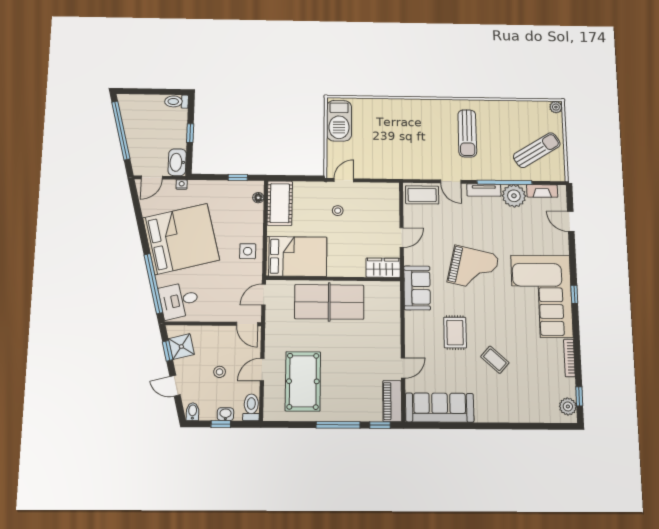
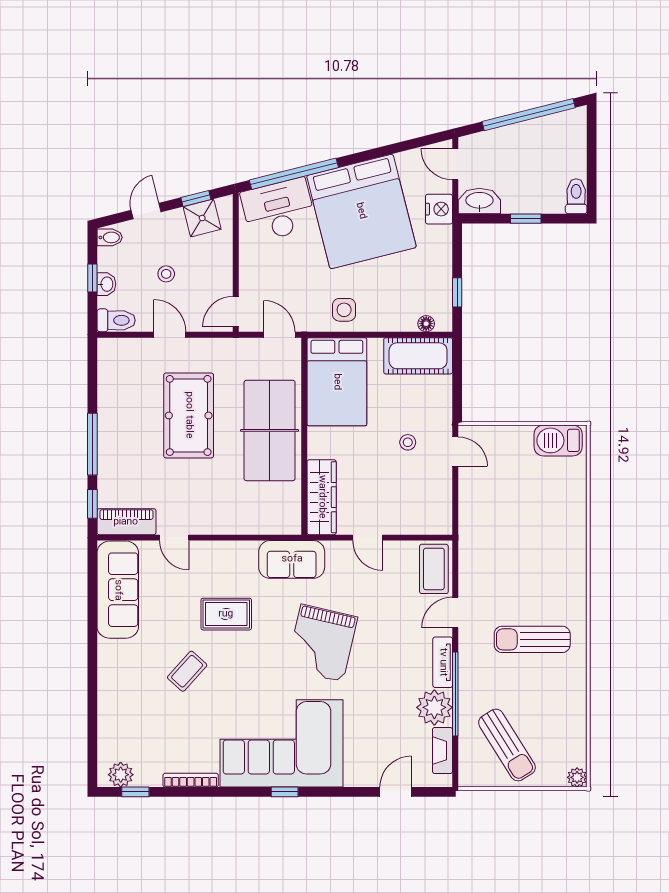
barbecue: (339, 121) -> (558, 440), width x0.73, depth x0.83
nightstand: (182, 185) -> (439, 209), width x1.89, depth x1.79
wardrobe: (383, 268) -> (322, 497), width x1.50
desk: (179, 300) -> (278, 210), width x1.37
pool table: (303, 381) -> (189, 415), moved, turned 90

